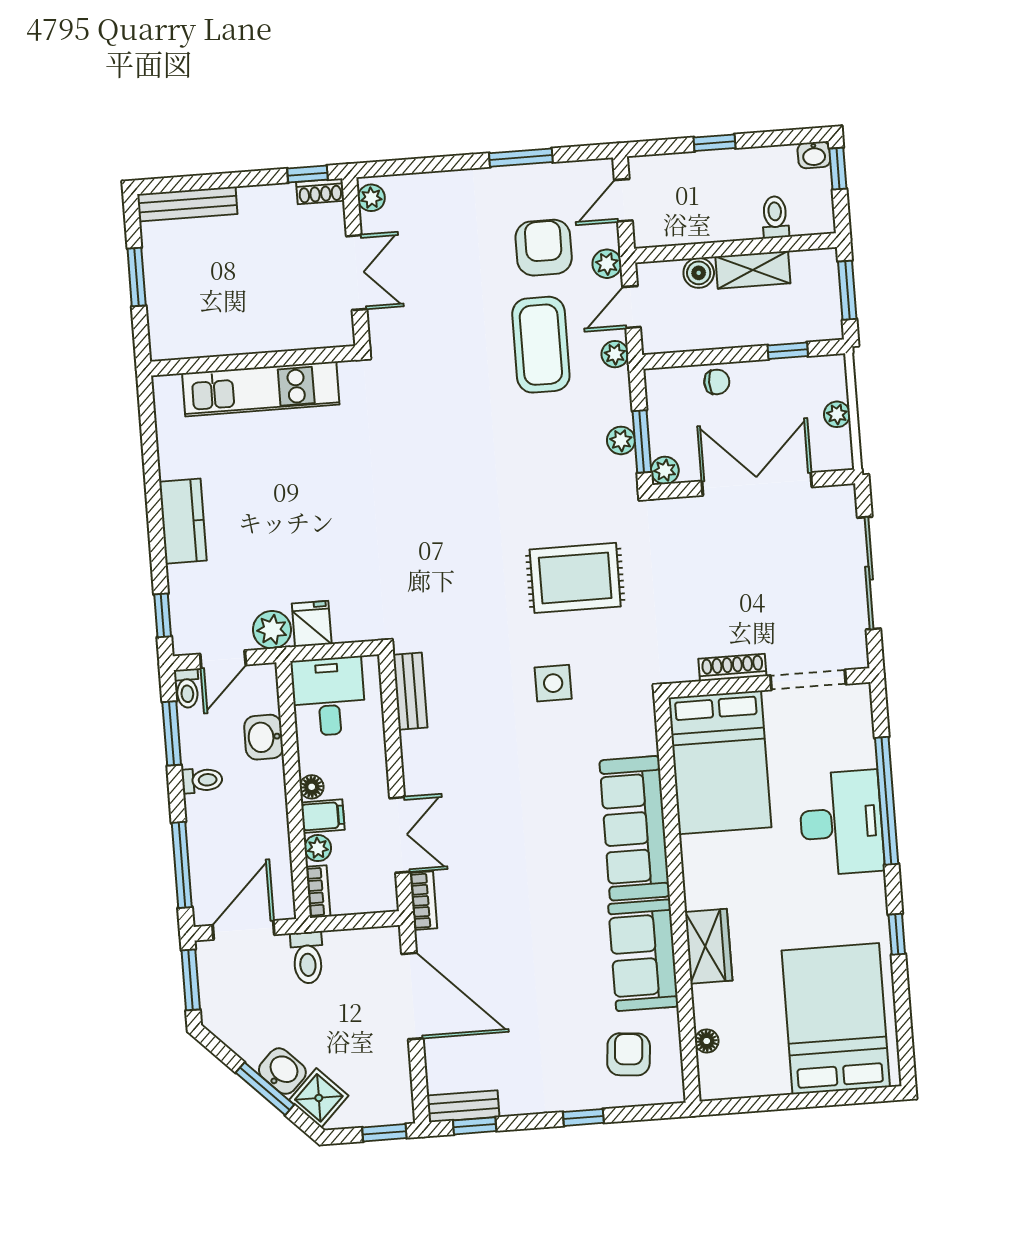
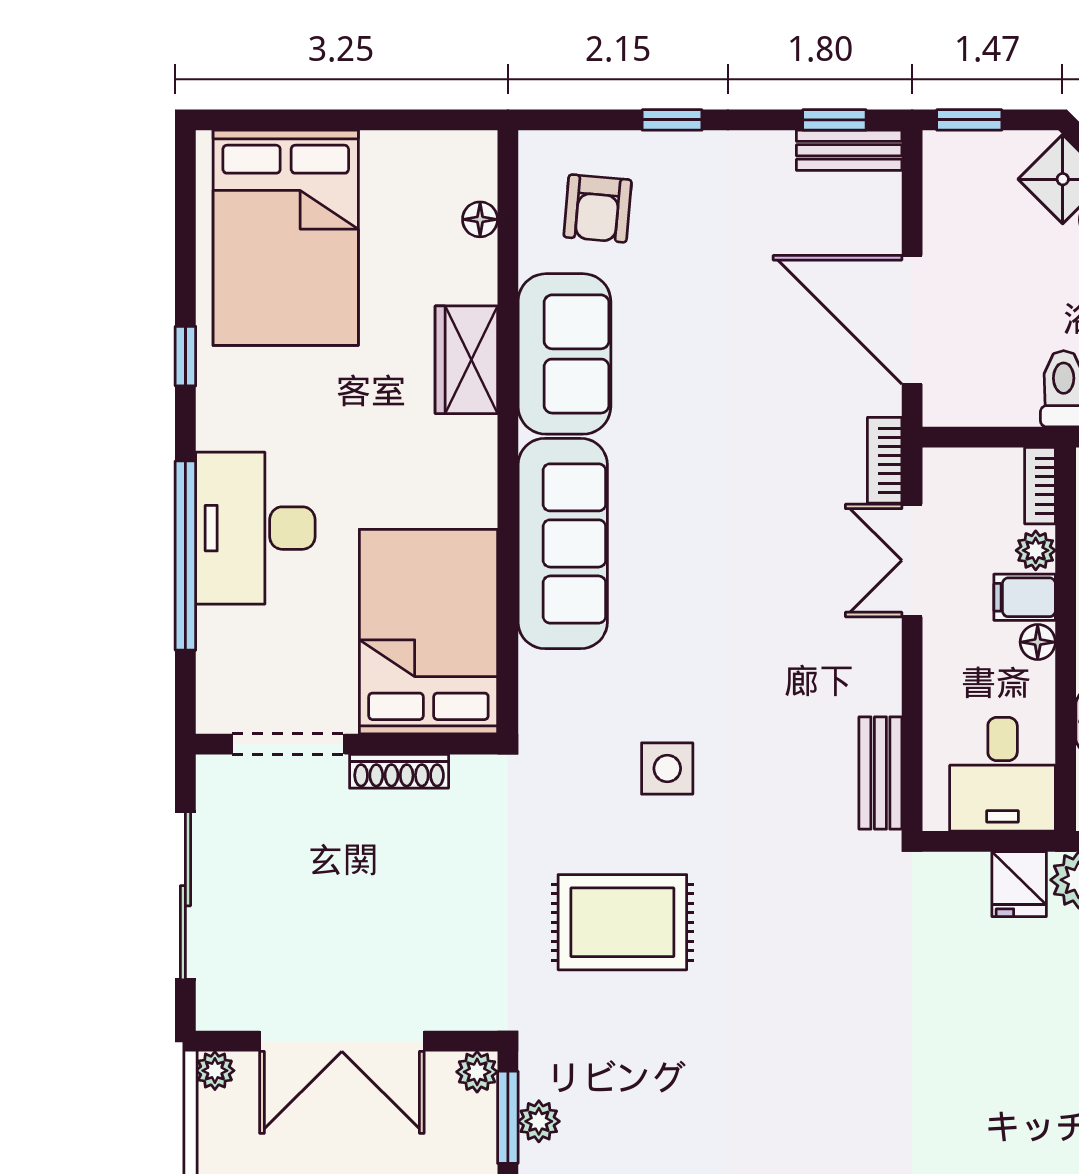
plant: (837, 414) -> (215, 1071), moved

